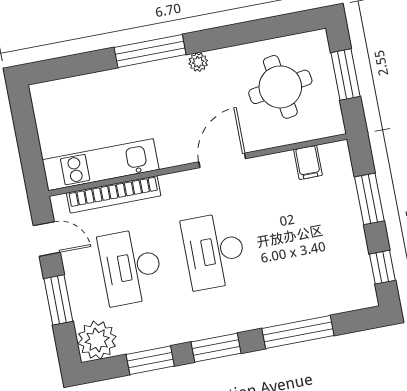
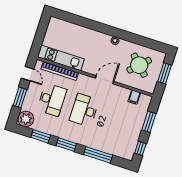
window: (150, 51) -> (100, 27), removed
round table: (280, 87) -> (139, 65), turned -36
desk: (131, 267) -> (52, 100), turned 180

